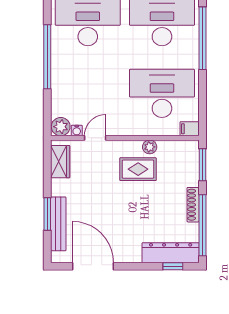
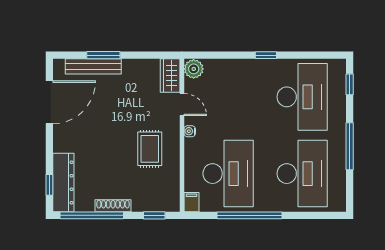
window: (202, 38) -> (250, 215), moved
window: (47, 57) -> (266, 55), width x0.32
water cooler: (77, 130) -> (190, 131), moved
plant: (150, 147) -> (173, 161), removed
wardrobe: (60, 162) -> (170, 75), moved, turned 90
window: (202, 165) -> (154, 215), width x0.67

